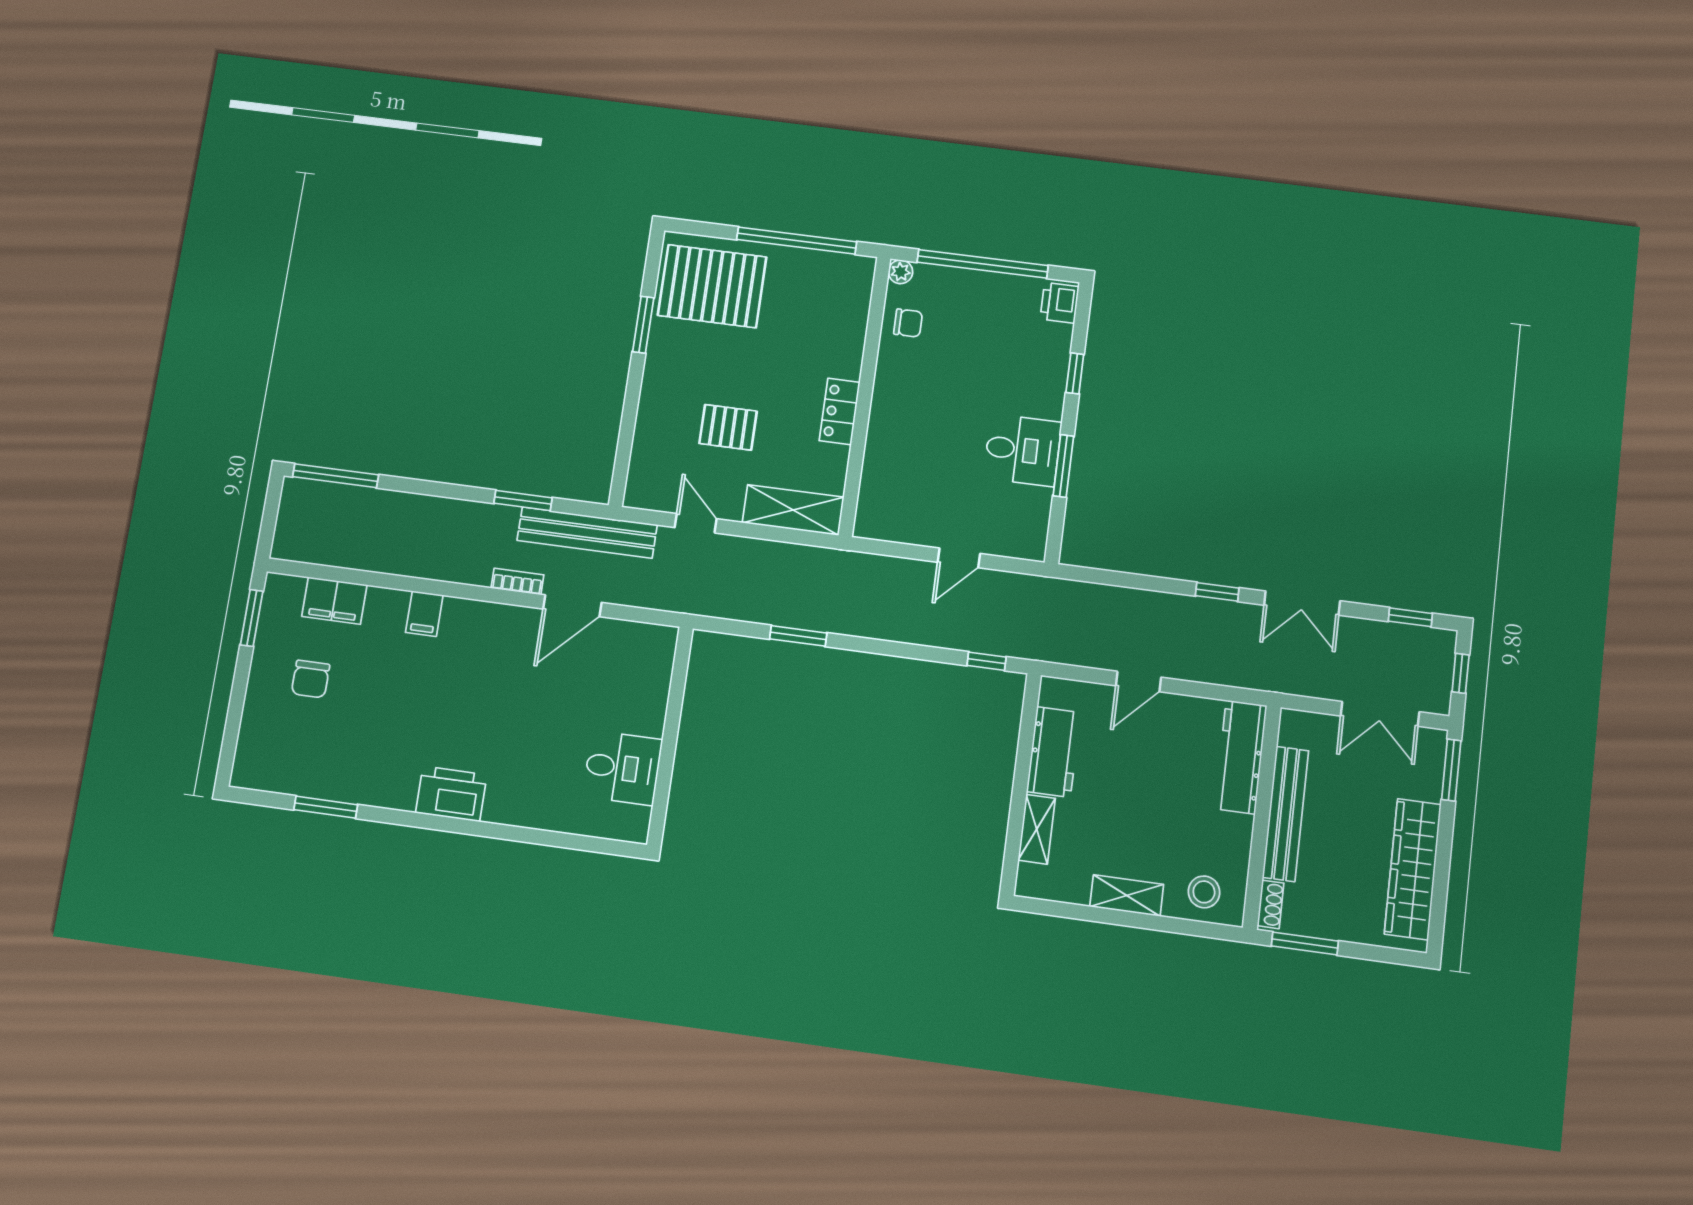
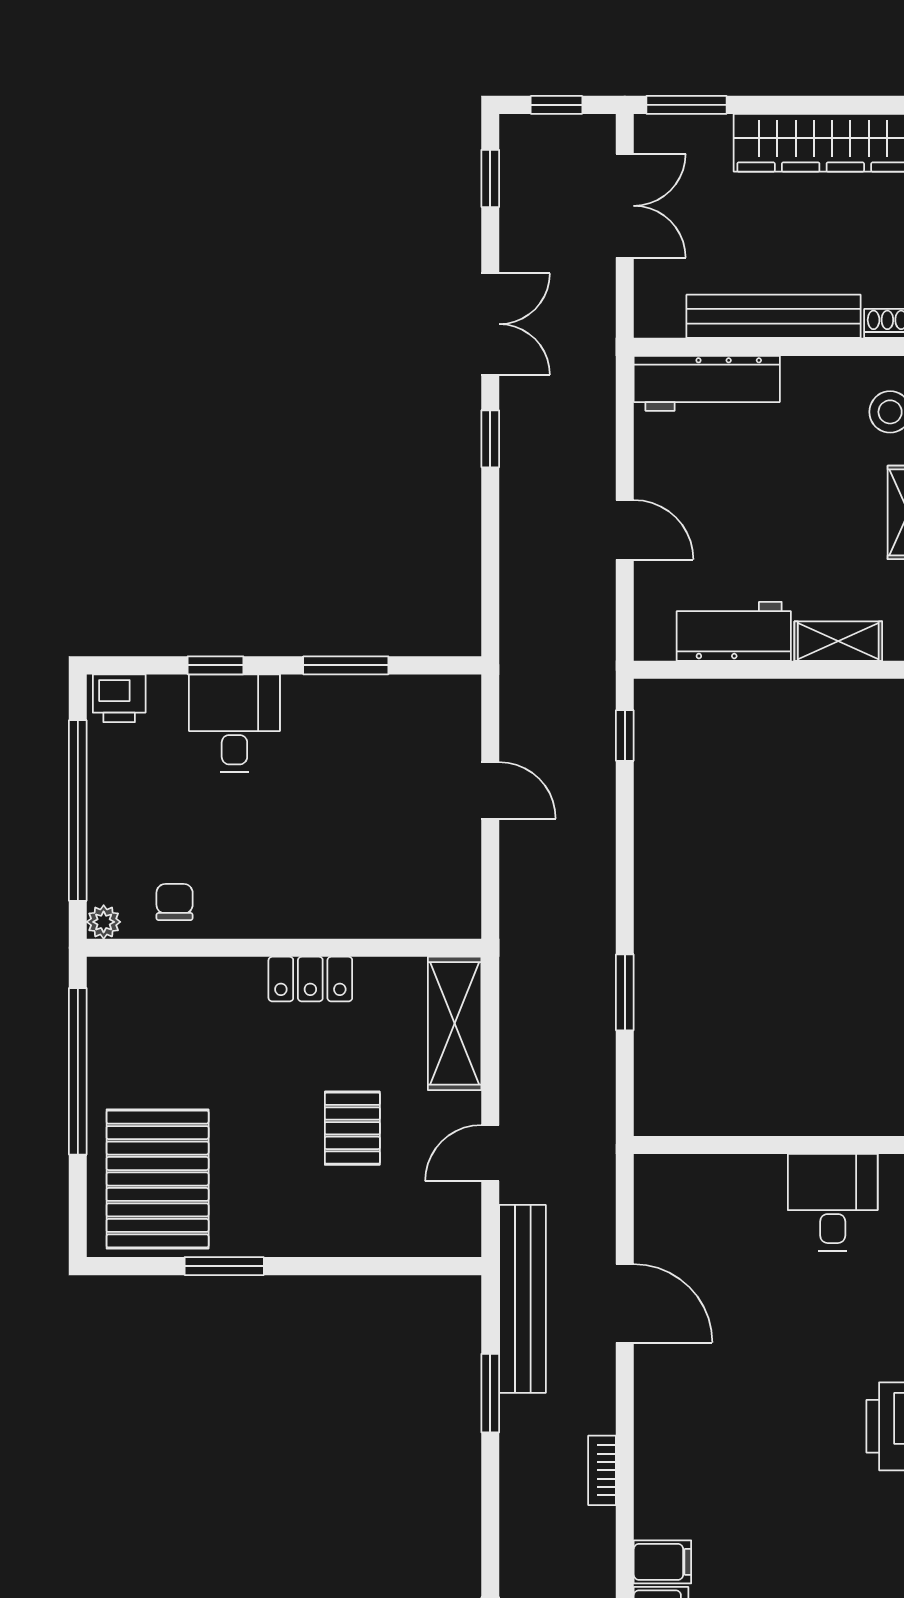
desk: (1023, 450) -> (234, 723), moved
bookcase: (517, 582) -> (602, 1470), moved
filing cabinet: (424, 614) -> (662, 1562), moved

